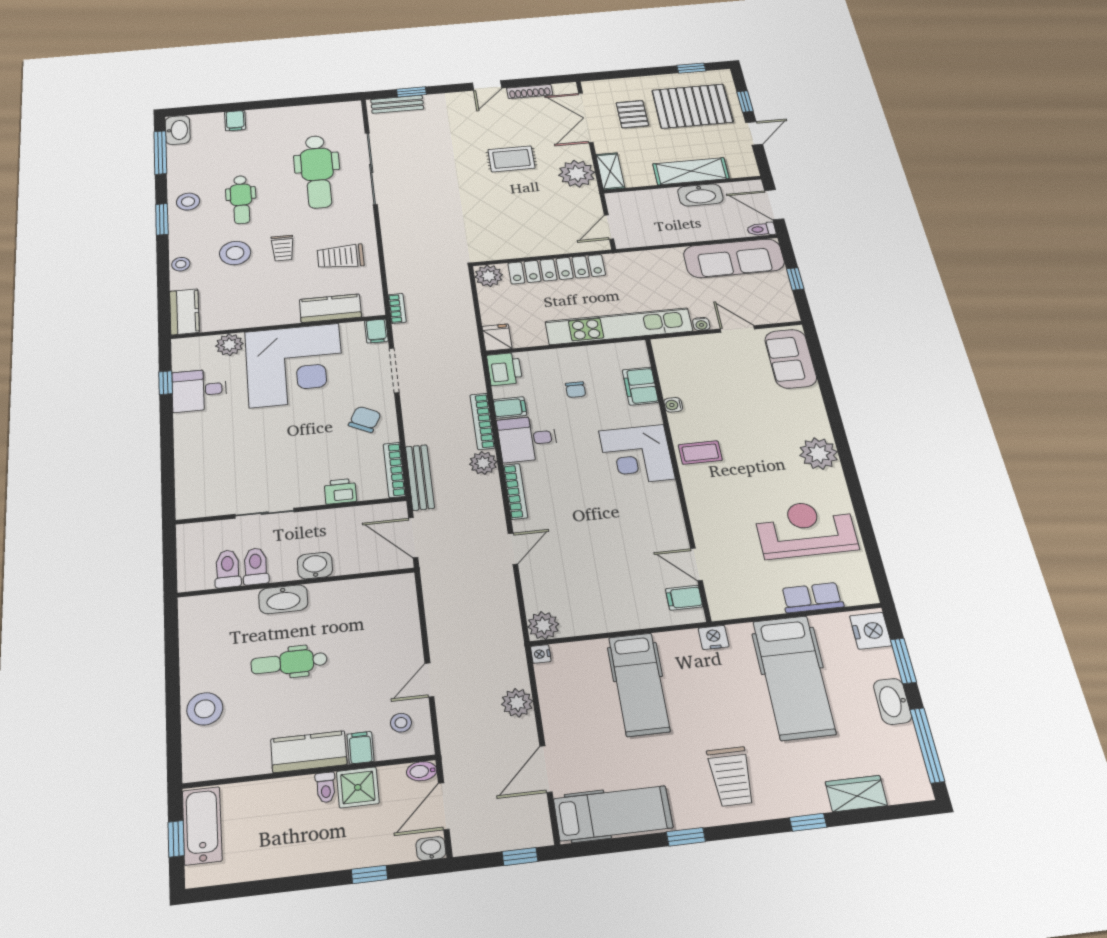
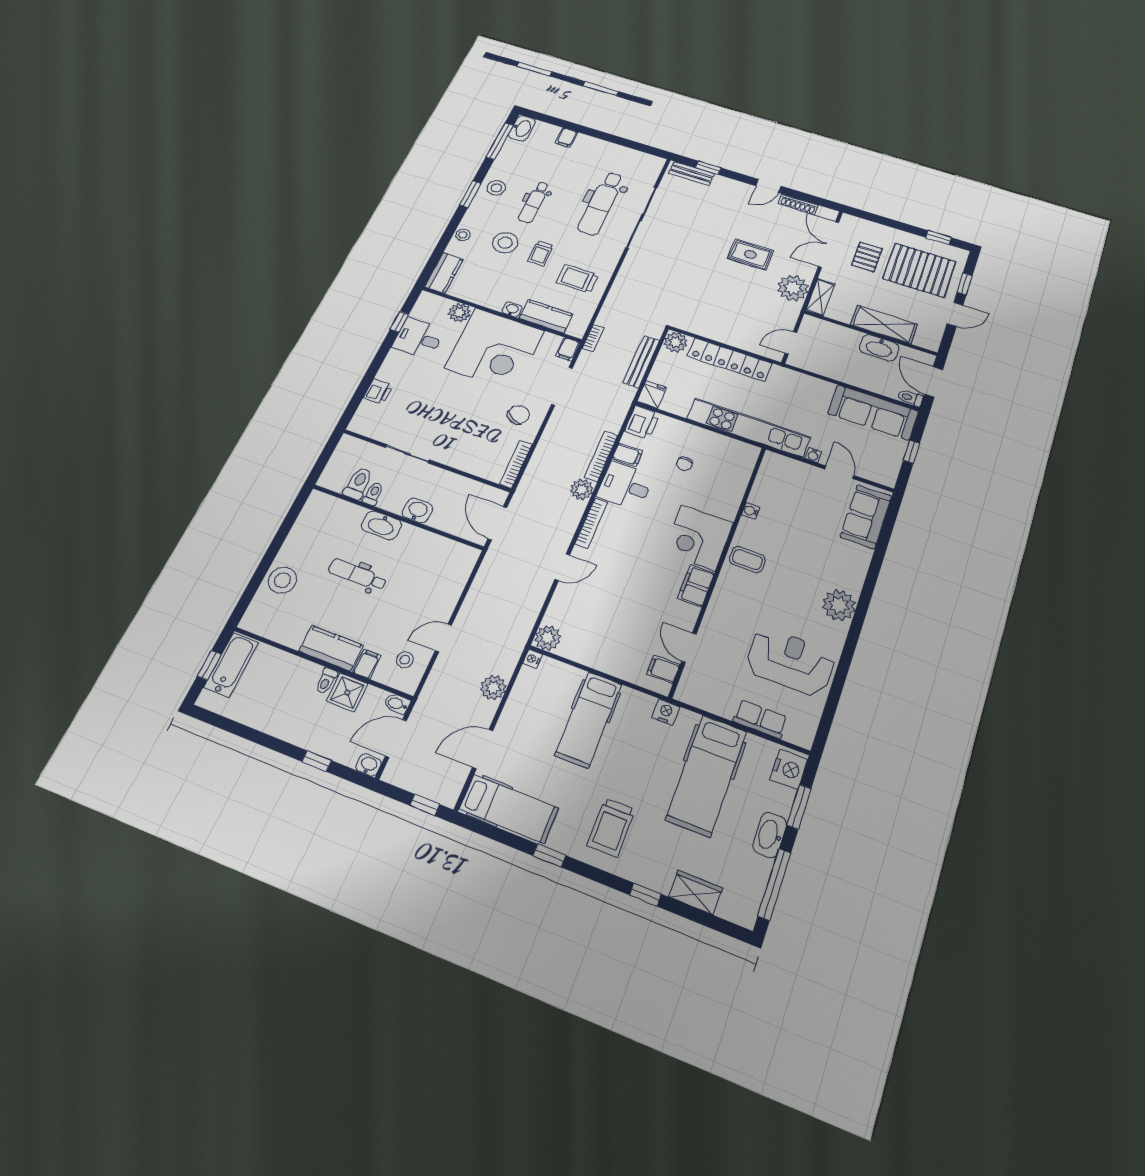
washbasin: (288, 317) -> (512, 309), added
filing cabinet: (640, 386) -> (696, 586), moved
bench: (420, 477) -> (641, 361), moved
printer: (340, 491) -> (378, 391), moved, turned 90
toilet: (256, 566) -> (373, 494), width x0.73, depth x0.72

